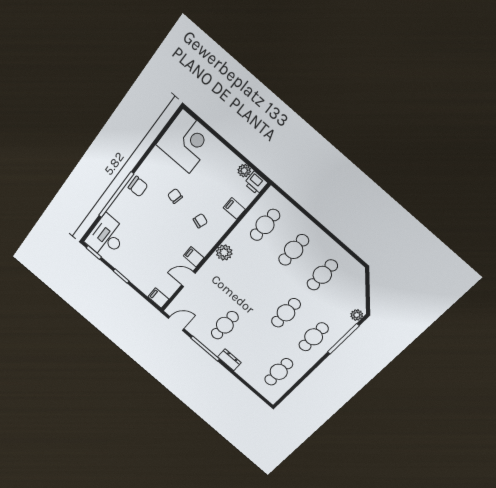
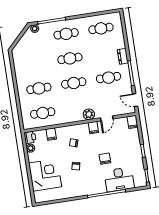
corner desk: (186, 141) -> (45, 175), moved, turned 90
chair: (138, 187) -> (105, 159), moved
desk: (106, 237) -> (119, 179), moved
plant: (224, 252) -> (89, 114), moved
cafe table: (322, 275) -> (74, 83), moved
door: (188, 279) -> (107, 118), hinge flipped

